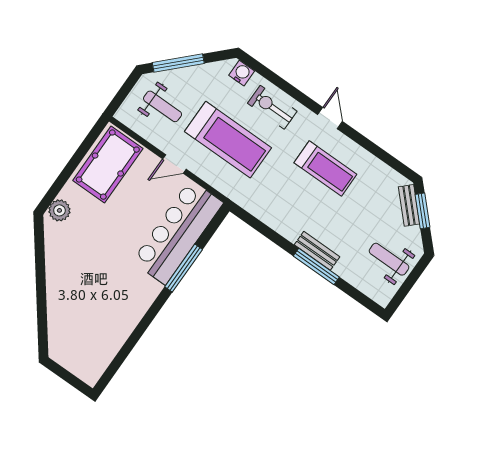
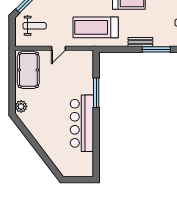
treadmill: (228, 140) -> (96, 27), moved, turned 180
bar counter: (178, 232) -> (82, 123), moved
bench: (317, 251) -> (140, 42), moved

